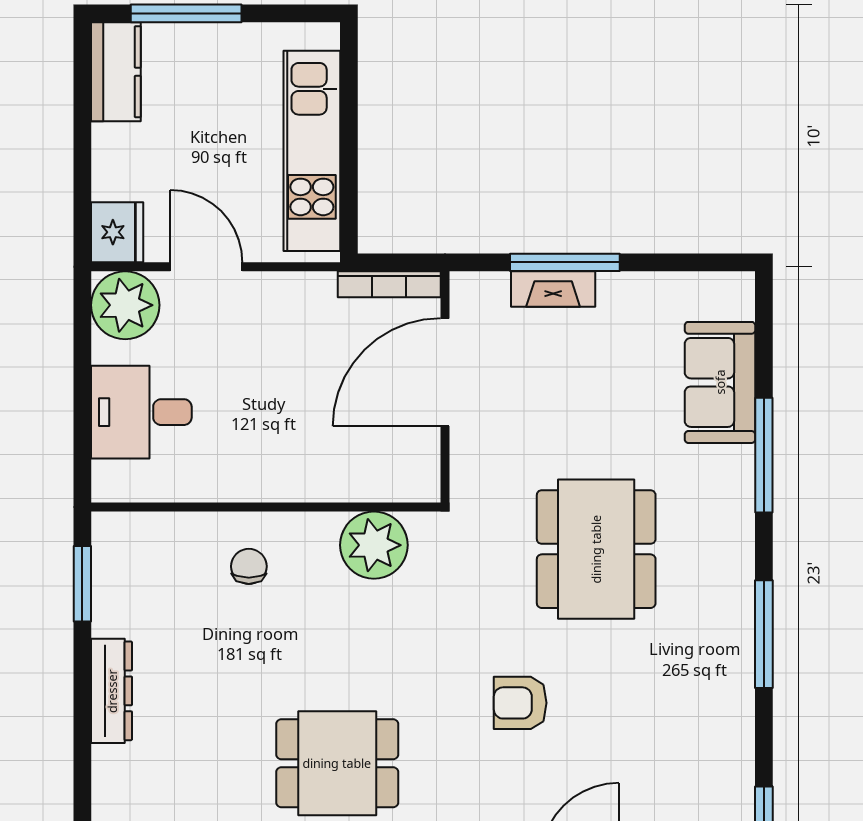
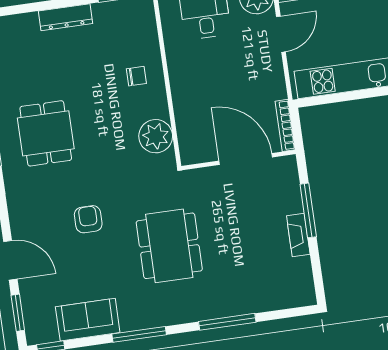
fireplace: (553, 289) -> (298, 235), moved
sofa: (720, 382) -> (88, 320), moved
dining table: (596, 549) -> (169, 246), turned 90

